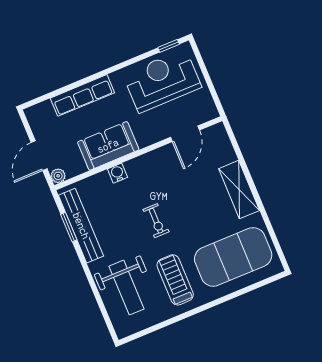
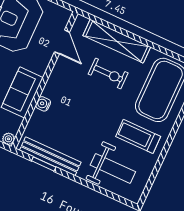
shelving: (239, 190) -> (117, 41), width x1.47
exercise bike: (156, 221) -> (108, 74), moved, width x1.38, depth x1.39

